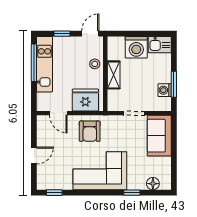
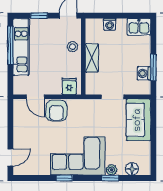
washing machine: (136, 47) -> (110, 24), width x0.53, depth x0.53
fridge: (85, 100) -> (69, 86), width x0.53, depth x0.75
armchair: (90, 131) -> (56, 111), moved
door: (34, 155) -> (10, 157), moved
plant: (133, 185) -> (112, 170), added
window: (54, 193) -> (64, 178), moved

